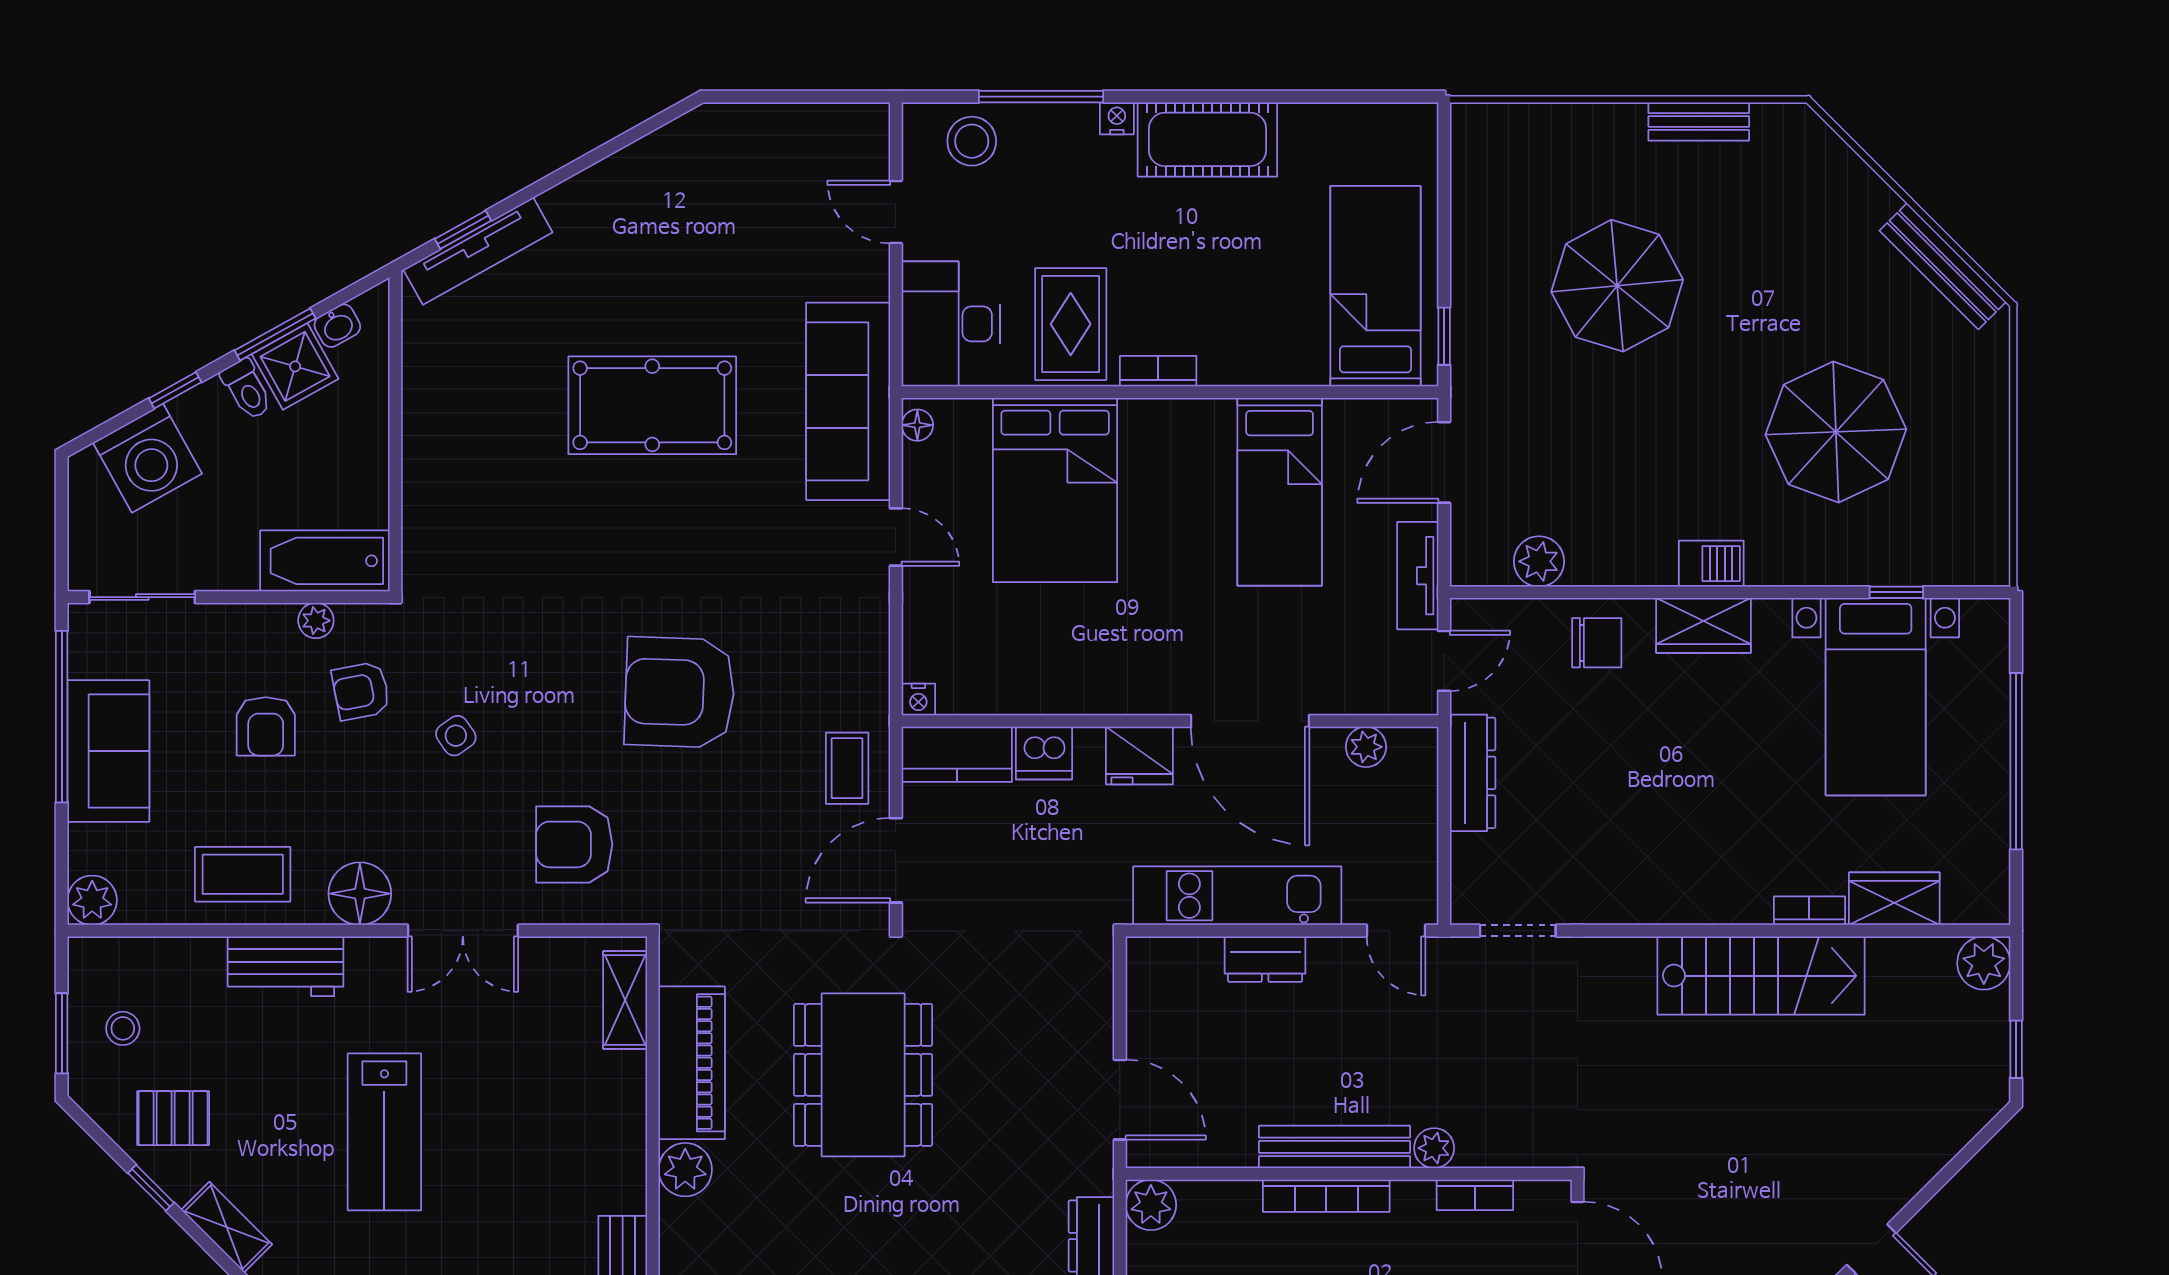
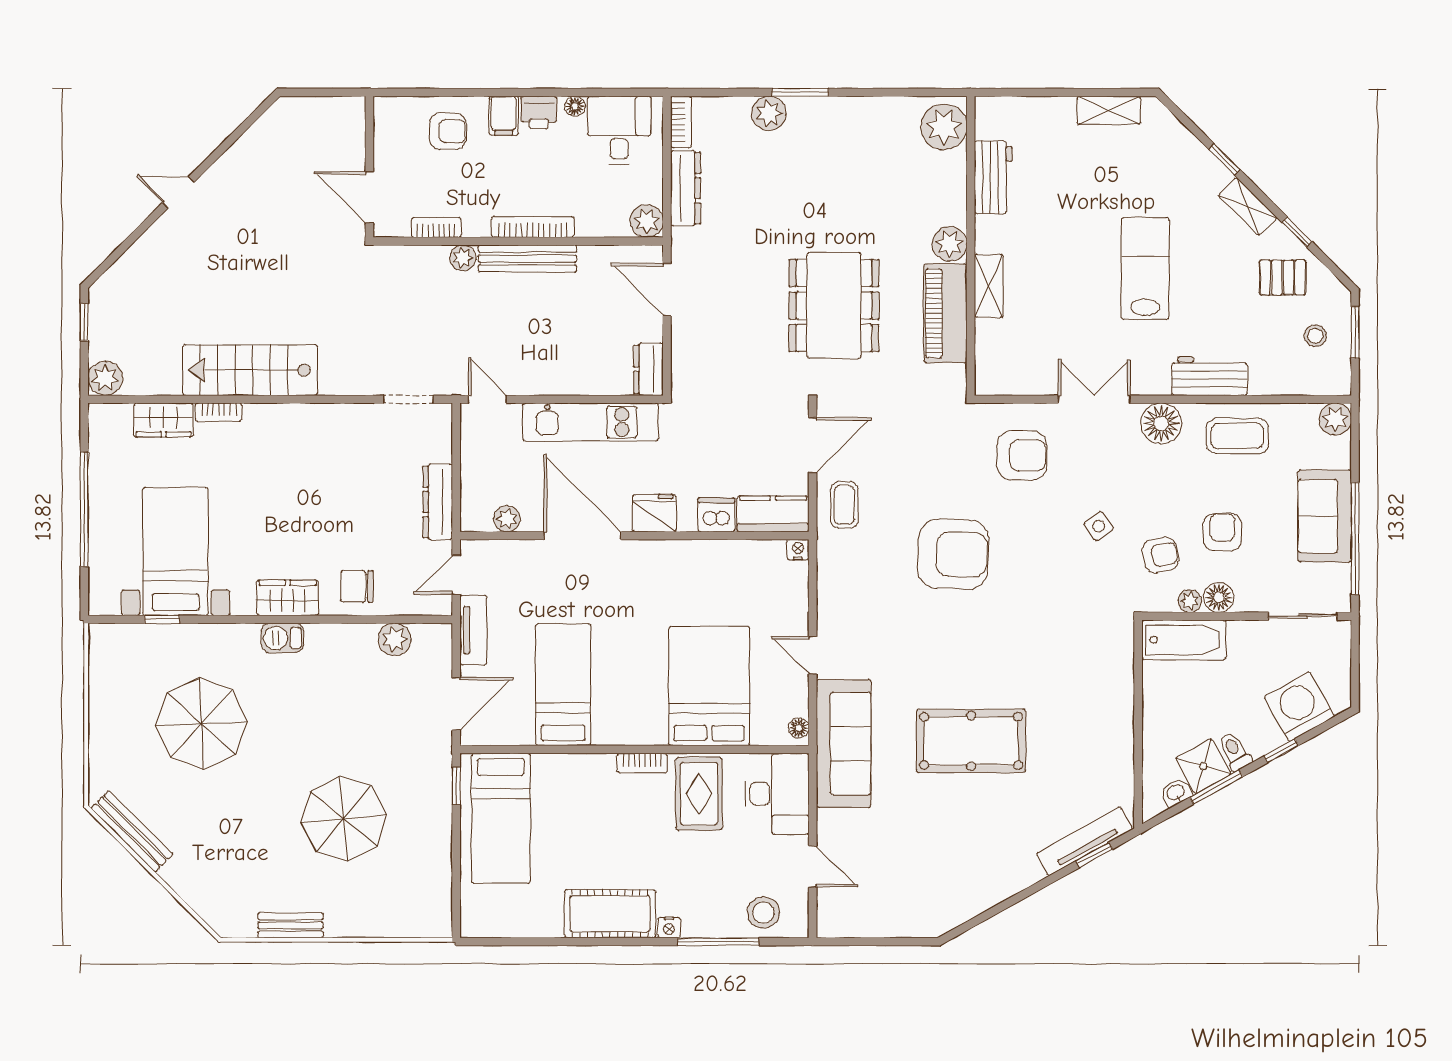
floor lamp: (271, 626) -> (1219, 597), added
dresser: (1265, 959) -> (648, 369), moved, turned -90
shelving: (625, 1000) -> (989, 286), moved

